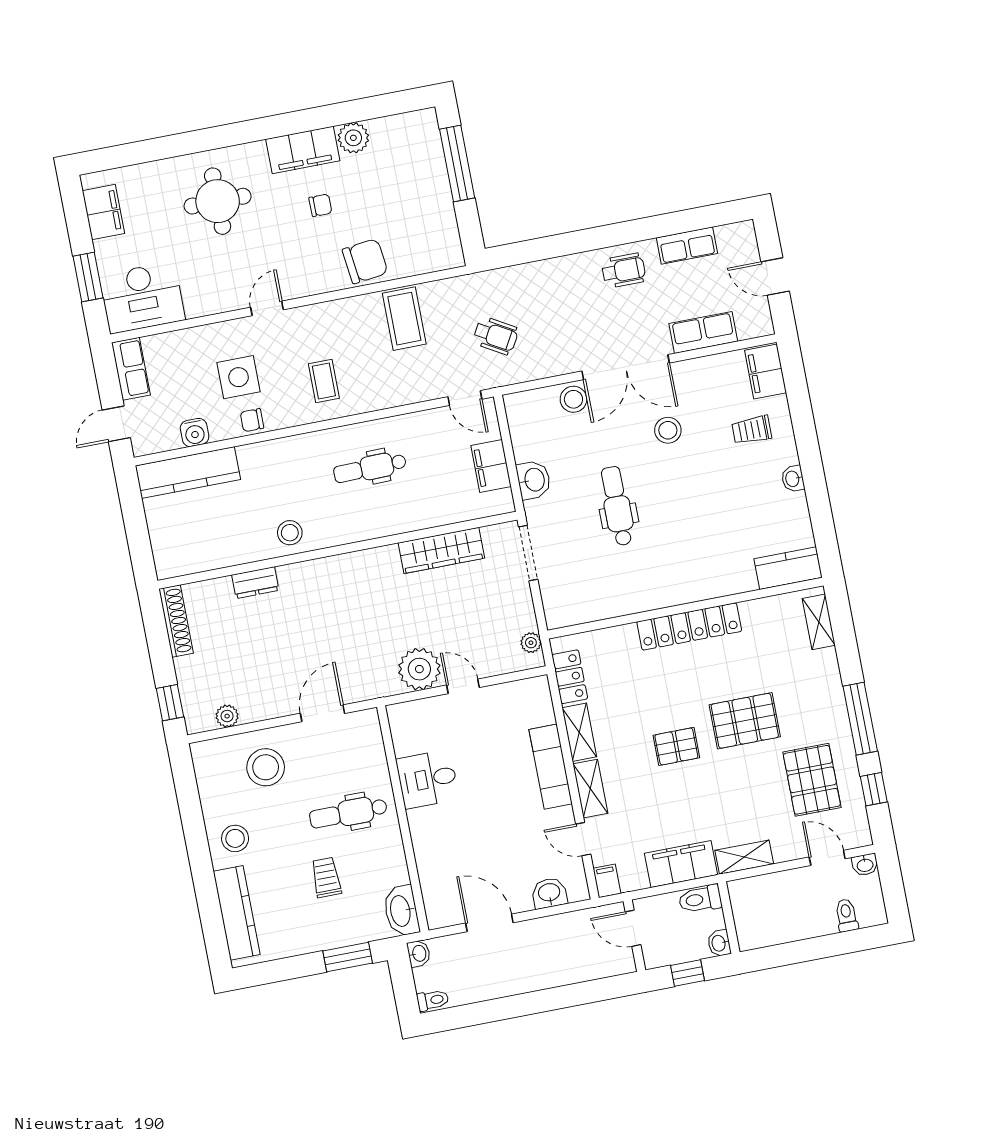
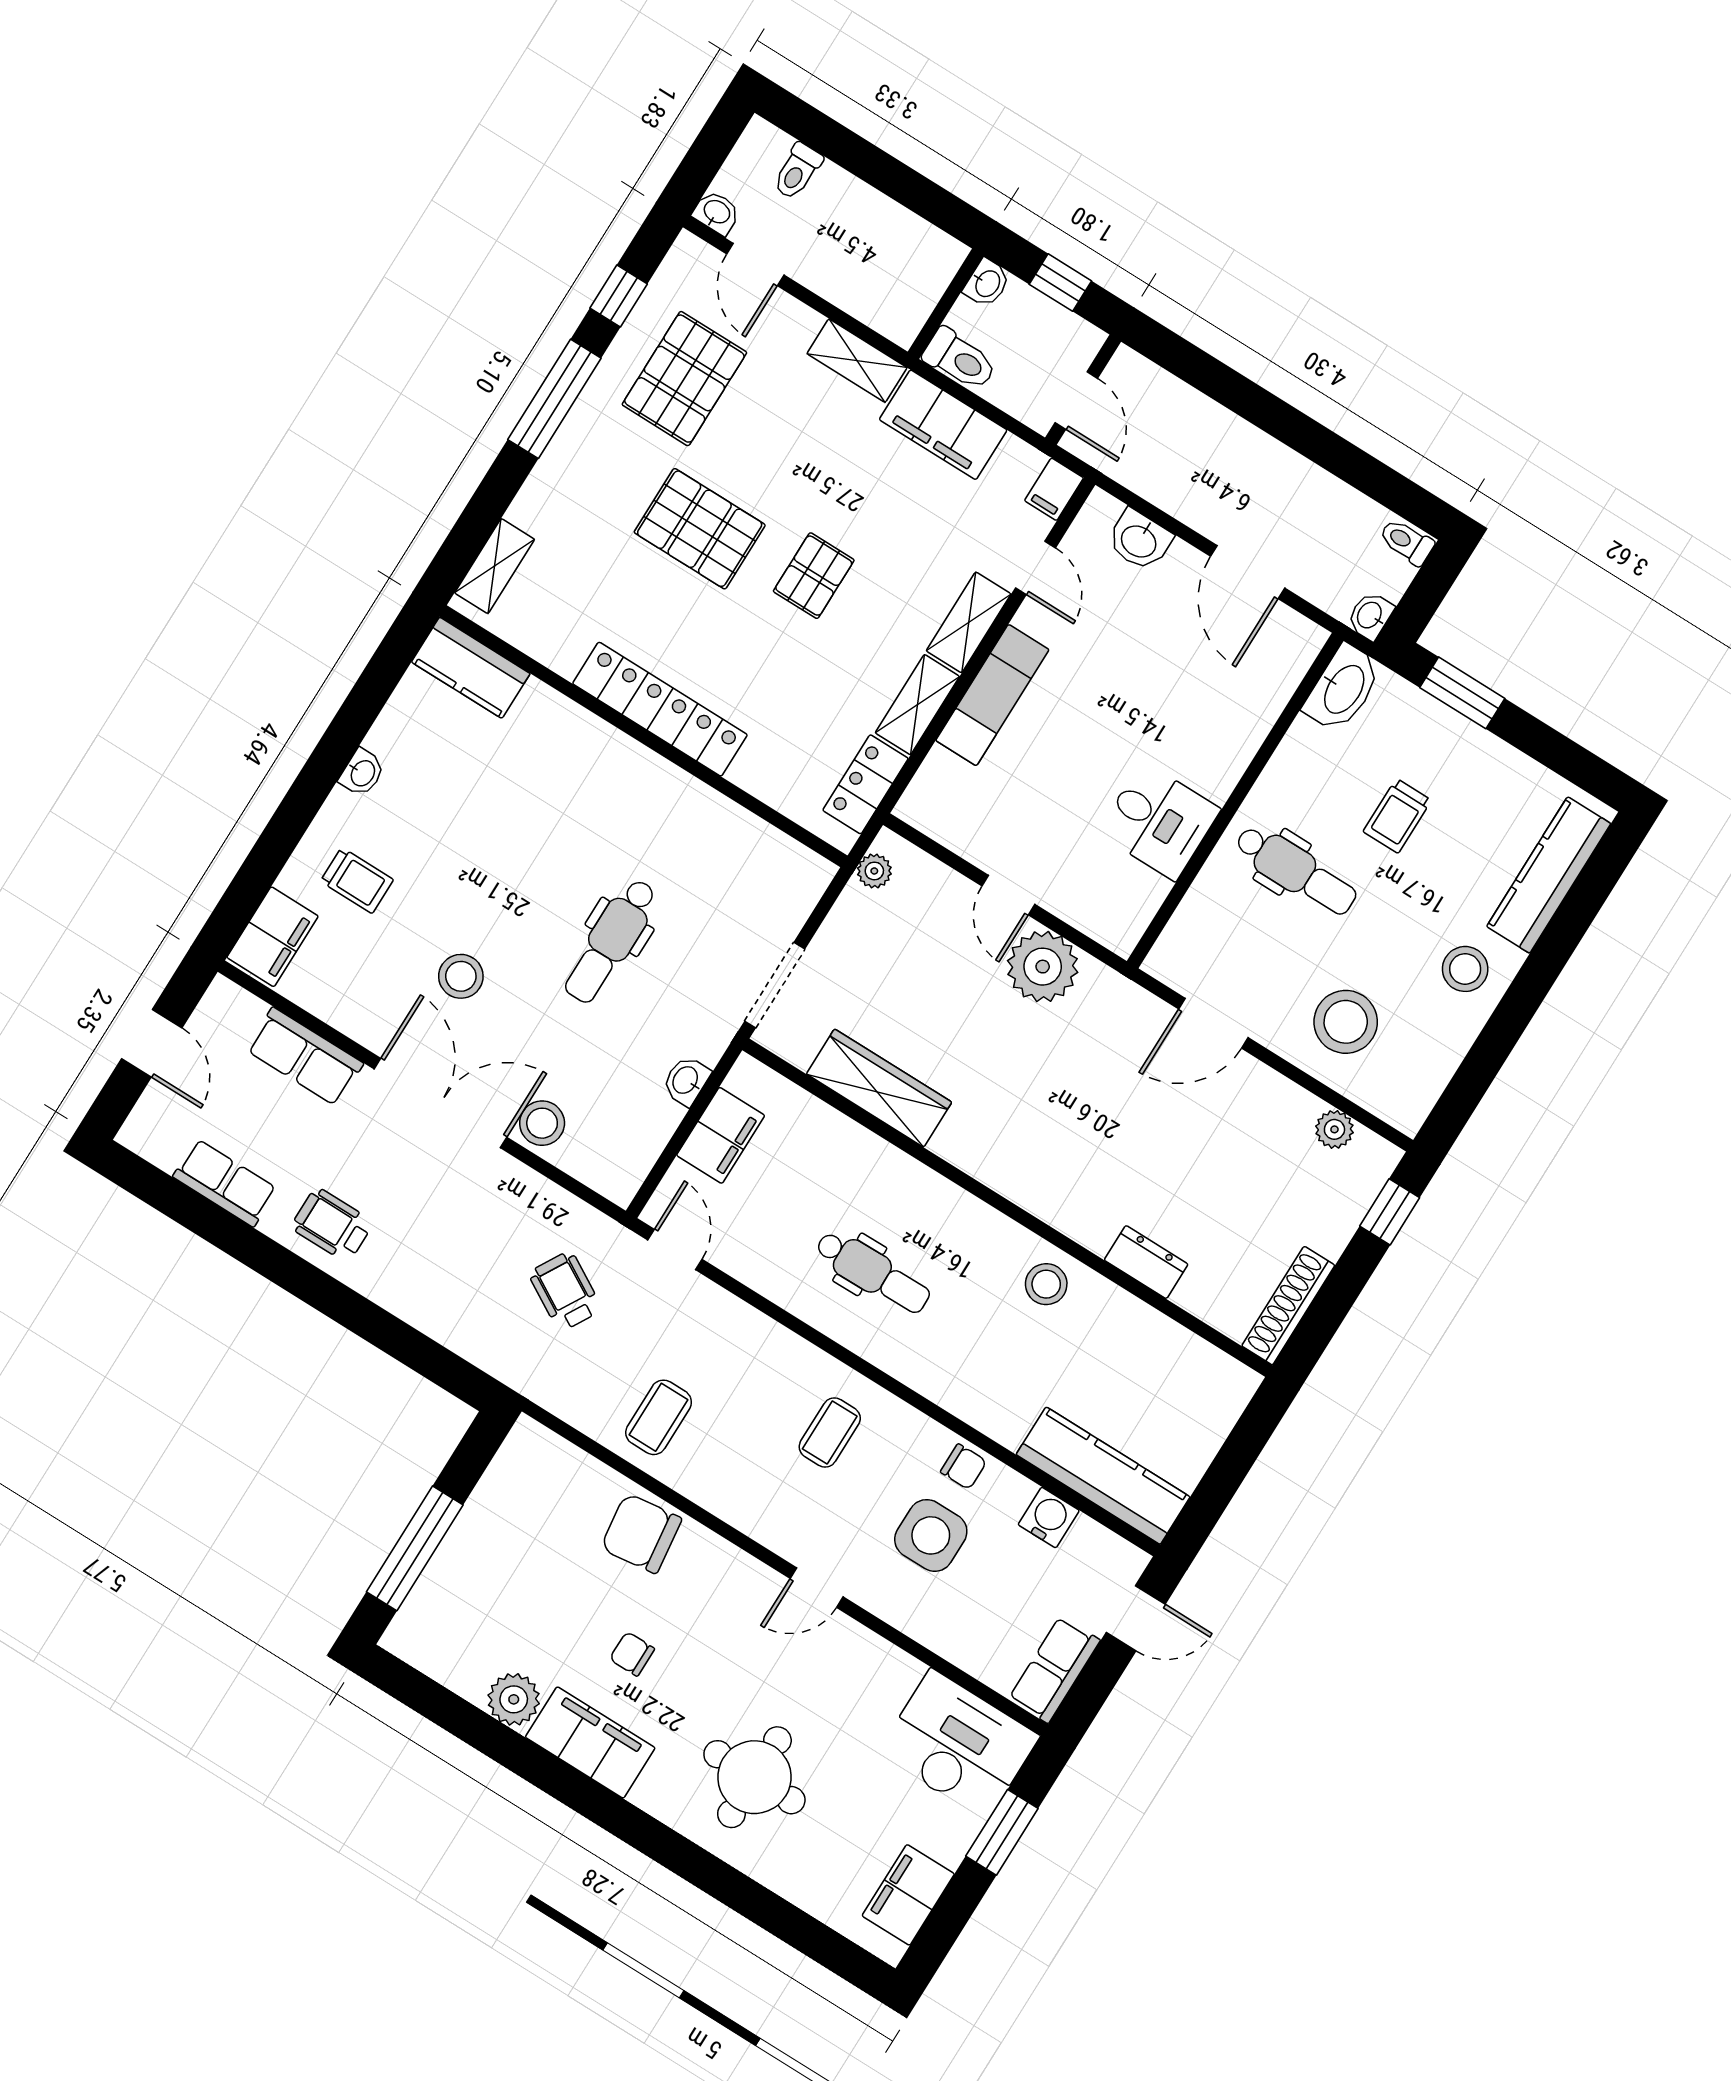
coffee table: (404, 319) -> (659, 1417), width x0.73, depth x0.77
washbasin: (534, 480) -> (686, 1081), width x0.72, depth x0.69
pallet: (676, 746) -> (814, 576), turned 90

